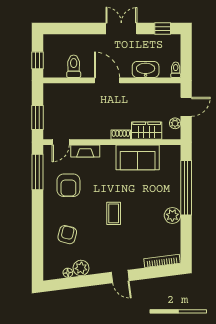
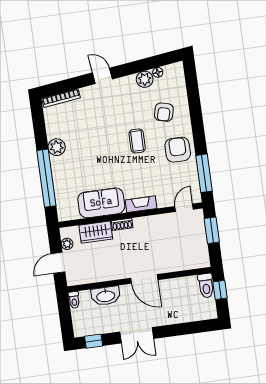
toilet: (74, 66) -> (206, 286), moved
fireplace: (85, 151) -> (141, 204), moved
armchair: (68, 185) -> (178, 150), moved
coffee table: (114, 213) -> (137, 141), moved

